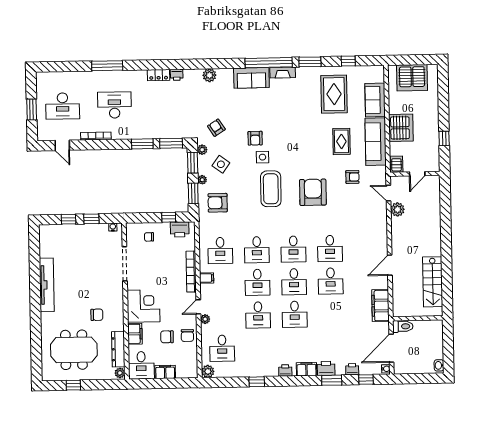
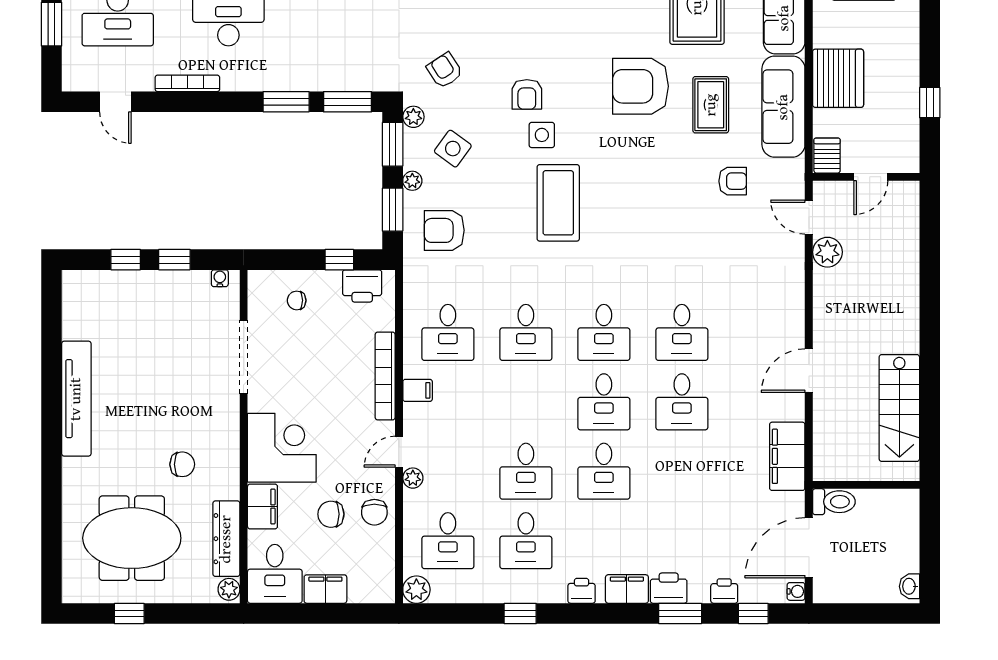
armchair: (313, 192) -> (640, 86), moved, turned -90
desk: (257, 282) -> (526, 541), moved

